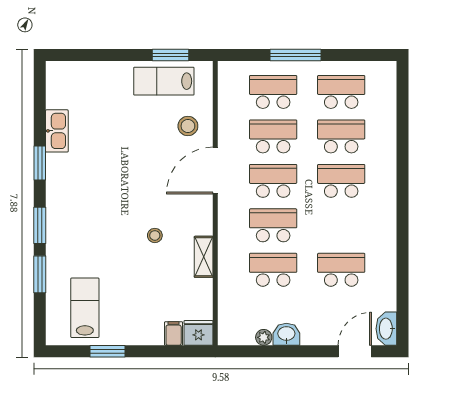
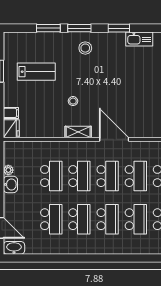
stool: (188, 126) -> (85, 48), moved
school desk: (341, 225) -> (79, 219), added
shelving: (204, 257) -> (78, 132), moved
lab bench: (85, 308) -> (36, 72), moved

